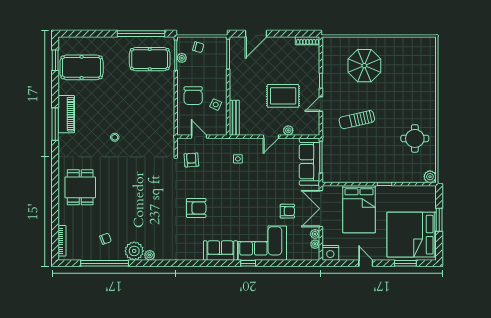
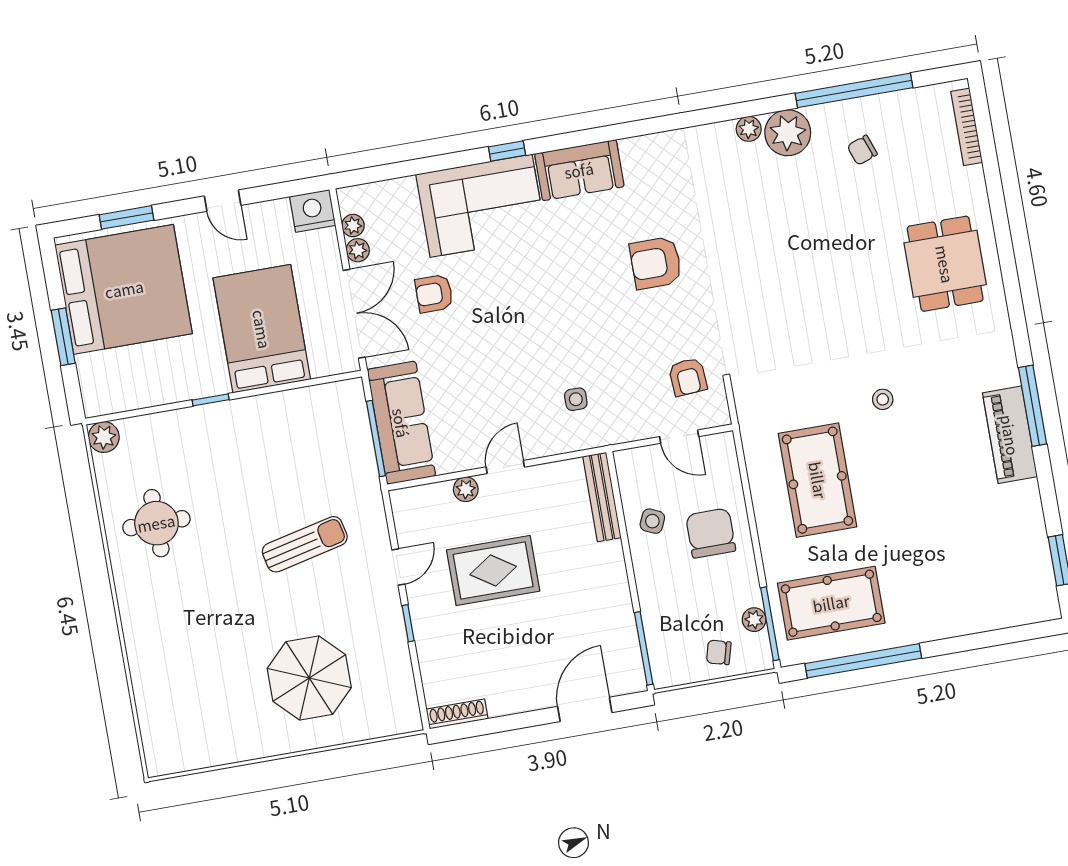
pool table: (82, 67) -> (818, 480), moved, turned 90

